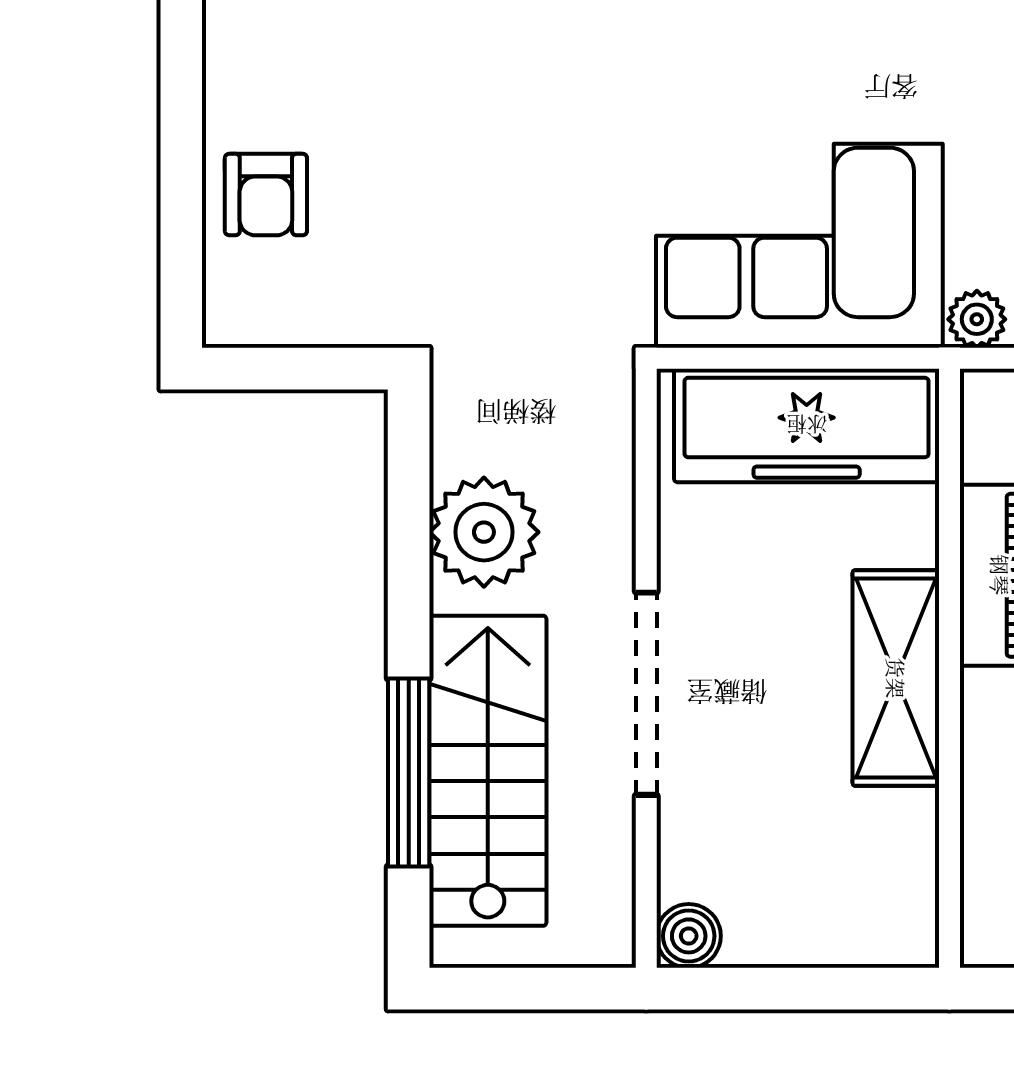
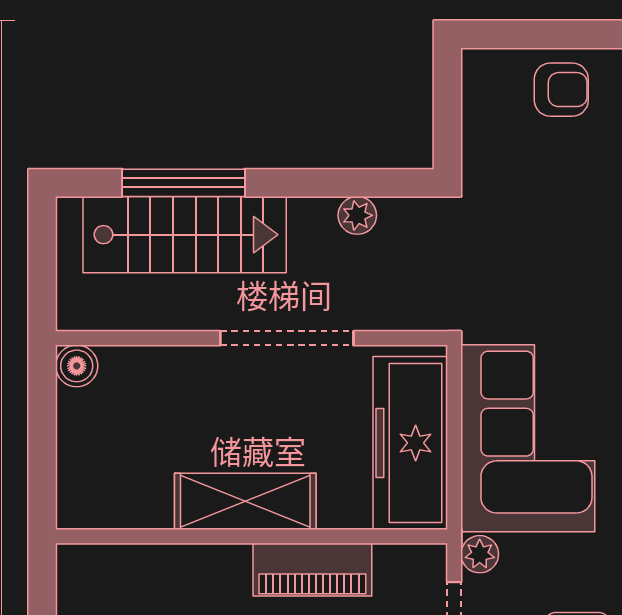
armchair: (266, 194) -> (561, 90), turned 180
plant: (484, 532) -> (357, 215), width x0.53, depth x0.53
doorway: (646, 694) -> (287, 338), moved

